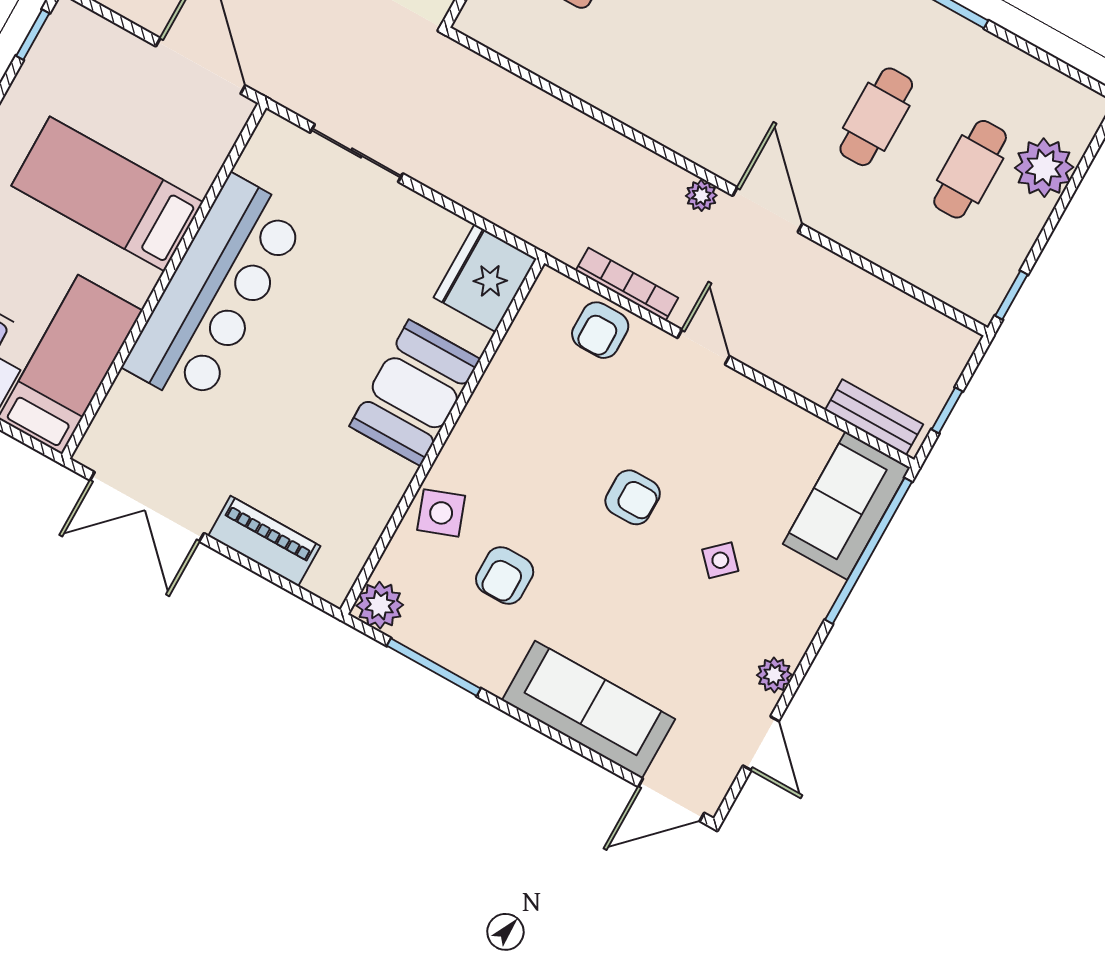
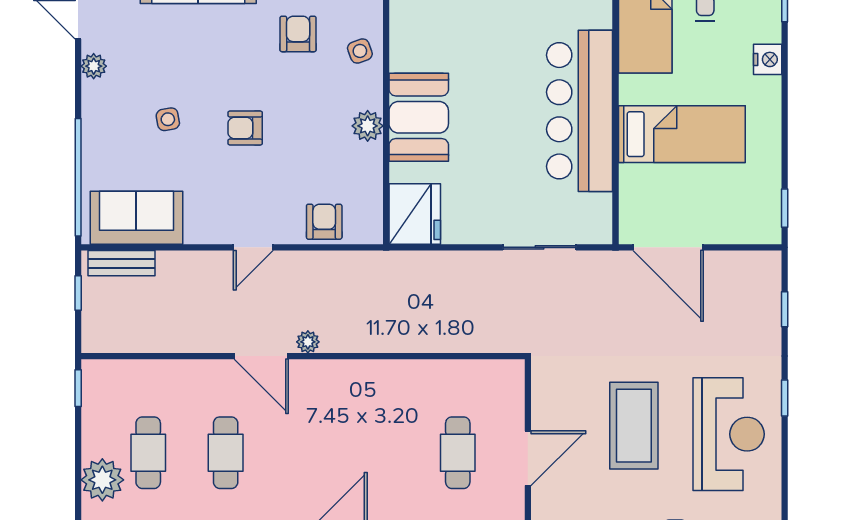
bookcase: (627, 284) -> (323, 260), removed
door: (704, 347) -> (253, 247), hinge flipped
plant: (483, 417) -> (368, 126), added
sofa: (846, 506) -> (136, 218), moved, turned -90
side table: (441, 513) -> (360, 51), width x0.73, depth x0.73
side table: (720, 560) -> (168, 119), turned 33

